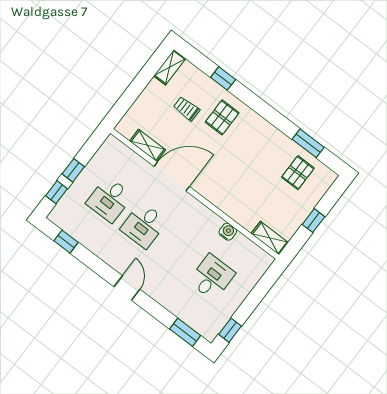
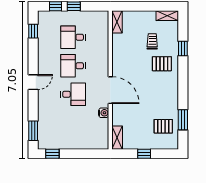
shelving: (148, 145) -> (117, 22), moved
door: (172, 176) -> (110, 90), moved
desk: (212, 277) -> (73, 94), moved

